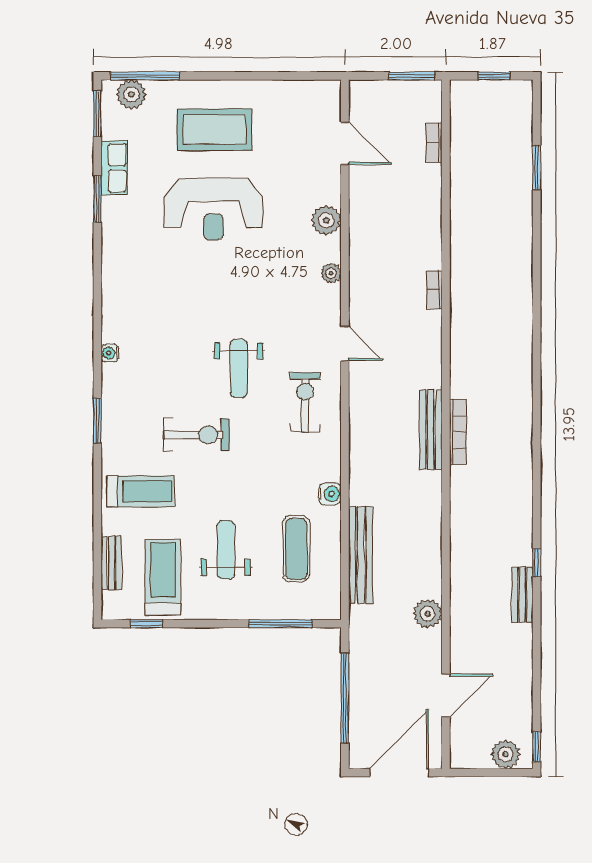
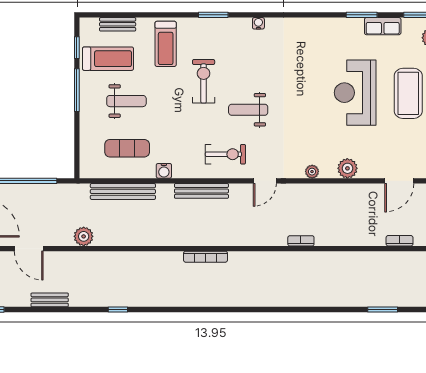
bench: (431, 430) -> (201, 191), moved
exercise bike: (196, 435) -> (204, 81), turned 180
bench: (522, 595) -> (50, 300), moved
window: (280, 624) -> (77, 90), moved

